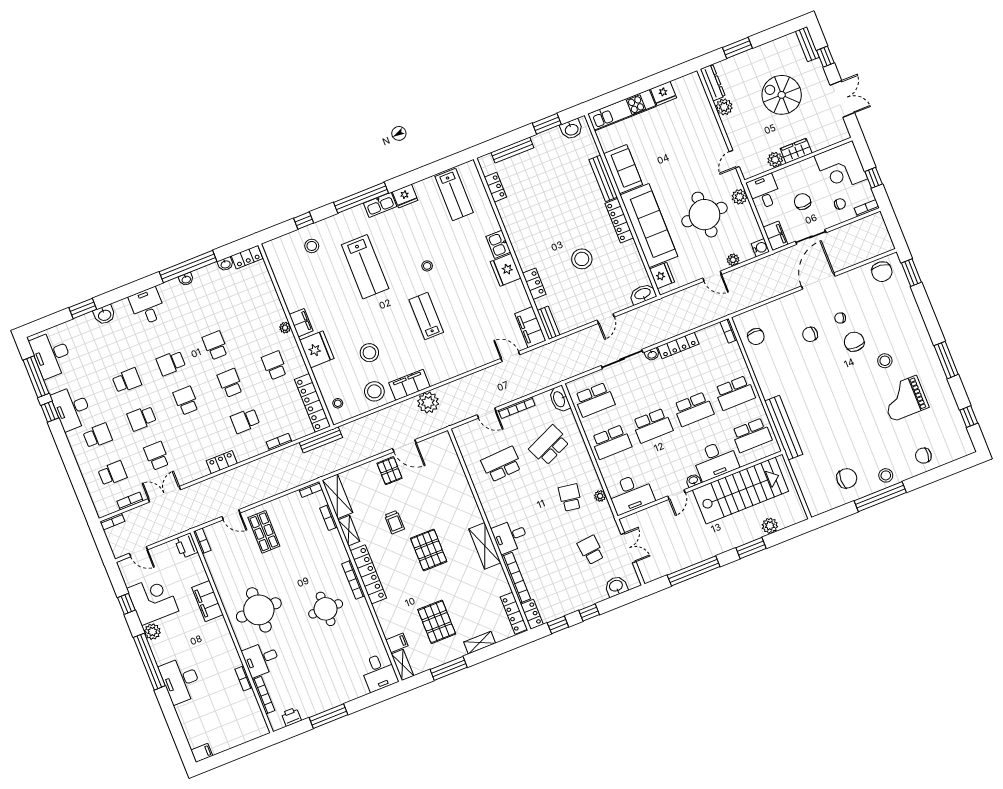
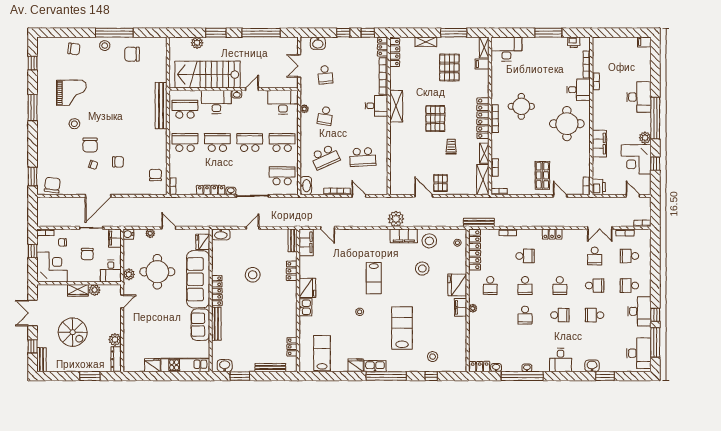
desk: (379, 672) -> (506, 49), width x1.37

